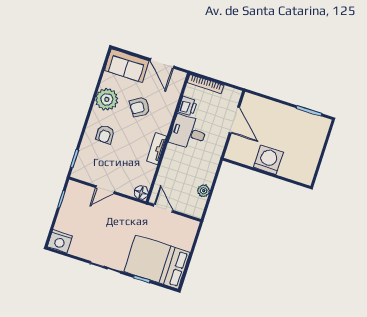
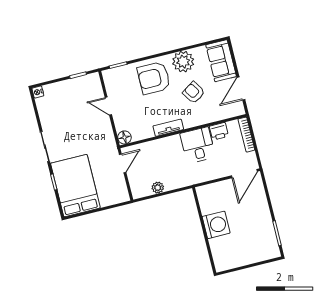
door: (234, 120) -> (244, 174), moved
armchair: (105, 134) -> (154, 78), width x1.88, depth x1.88
nightstand: (60, 241) -> (38, 92), width x0.53, depth x0.56

